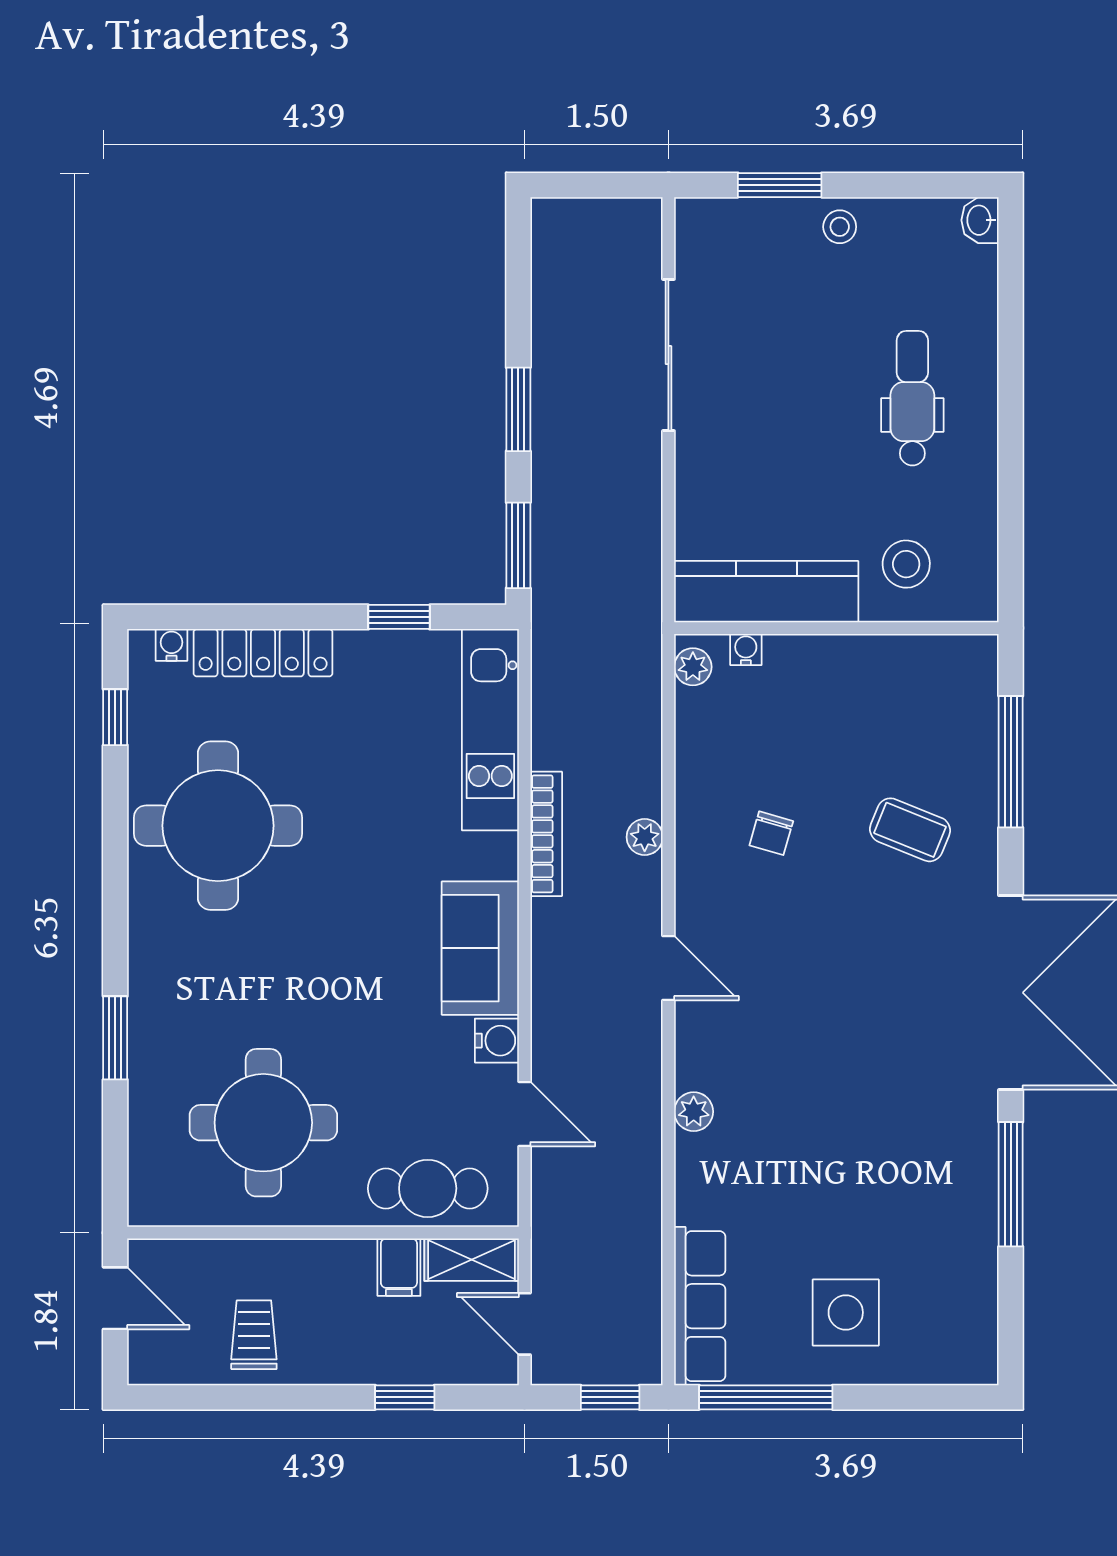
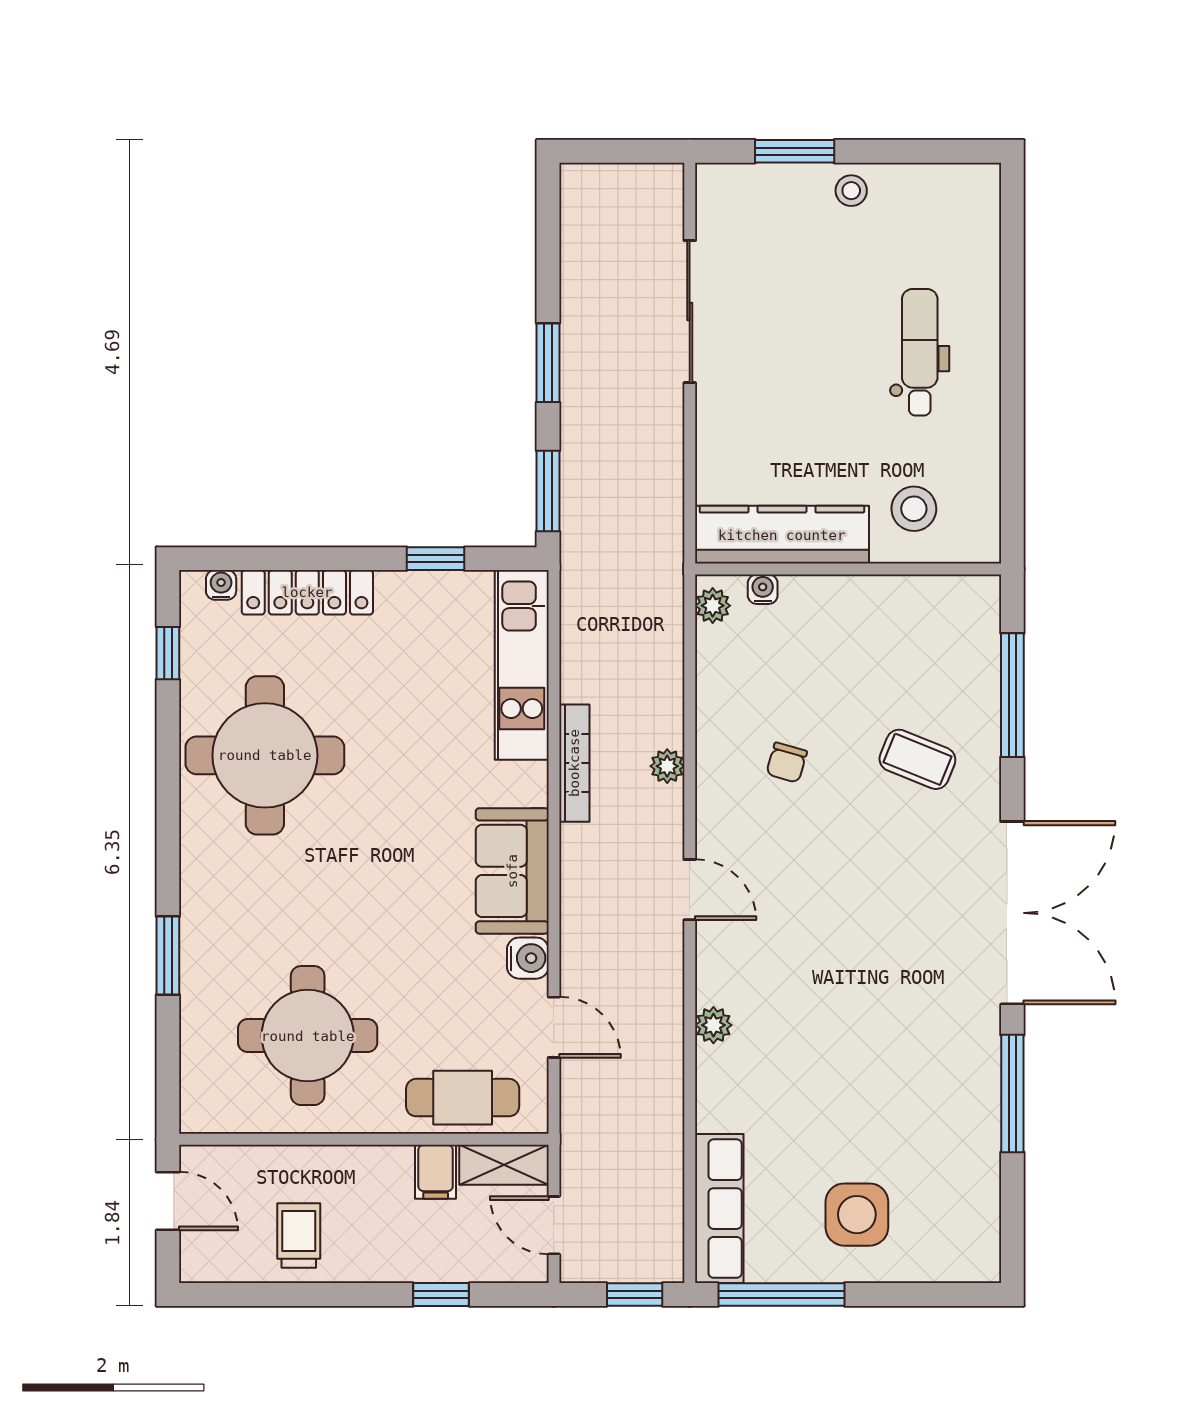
washbasin: (980, 220) -> (983, 184), removed

